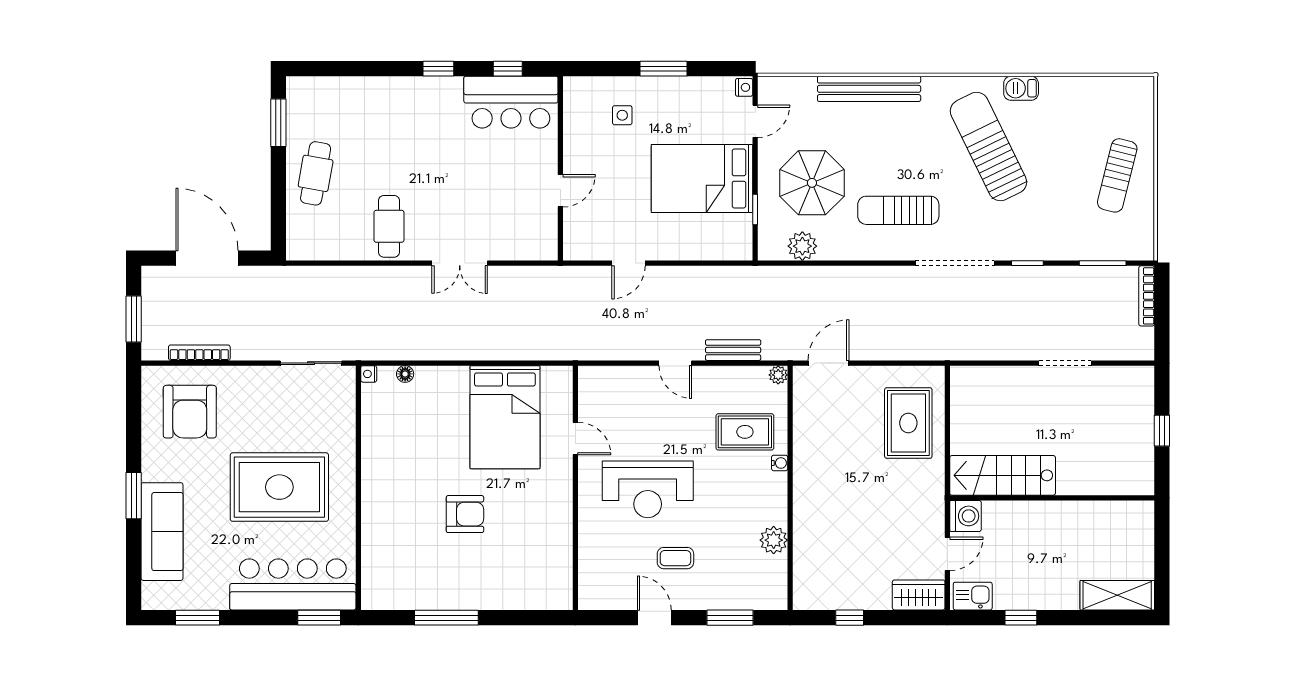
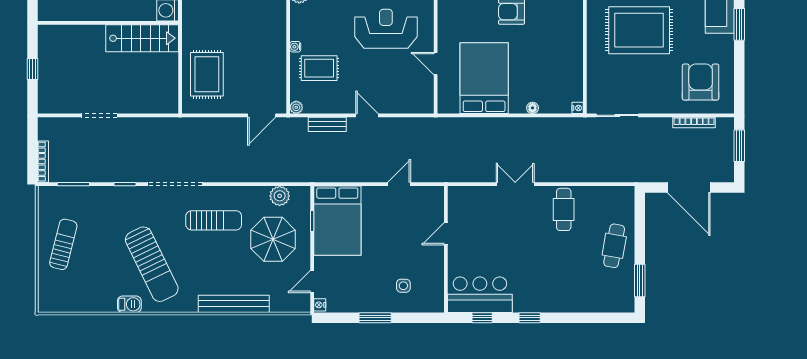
bed: (702, 178) -> (337, 221), moved, turned 90
floor lamp: (405, 374) -> (533, 108), moved

